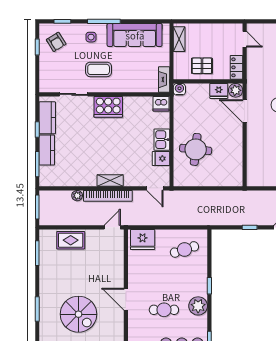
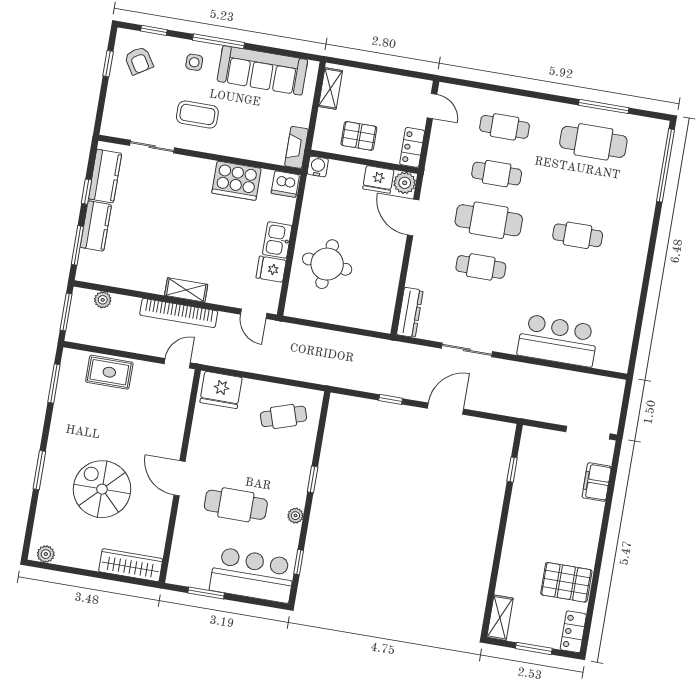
cooker: (108, 107) -> (236, 181), moved
dresser: (253, 171) -> (410, 312), added
plant: (77, 196) -> (103, 300), moved
plant: (198, 306) -> (295, 516), width x0.53, depth x0.53
cafe table: (164, 310) -> (236, 505), width x1.37, depth x1.35
spiral stairs: (78, 314) -> (102, 489), turned 180

